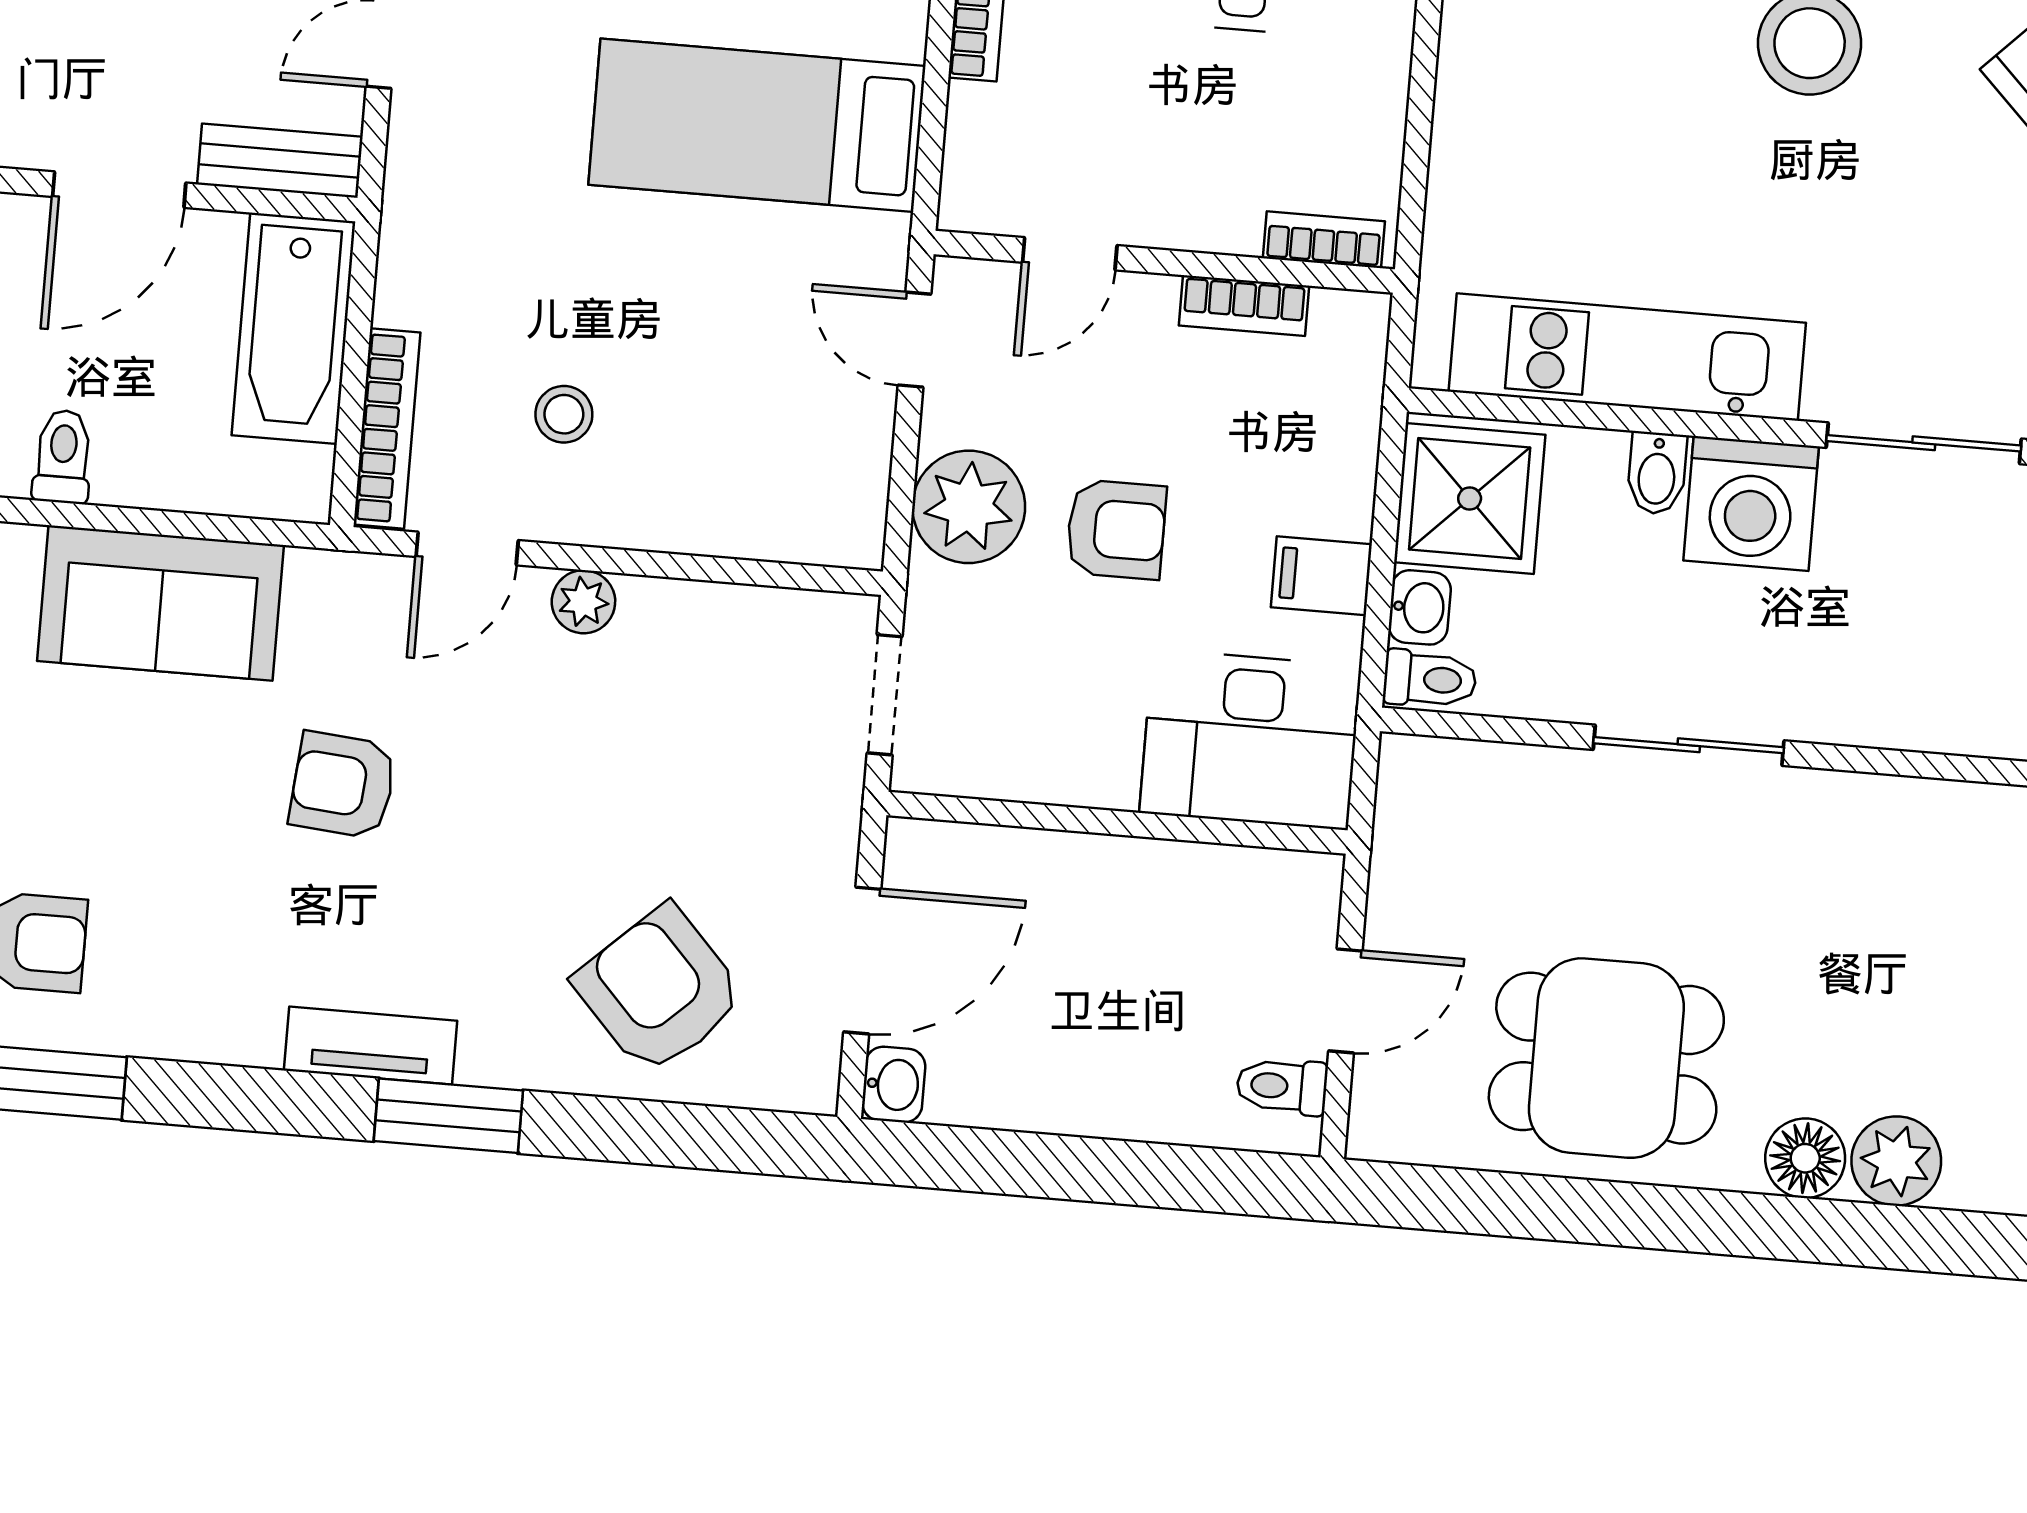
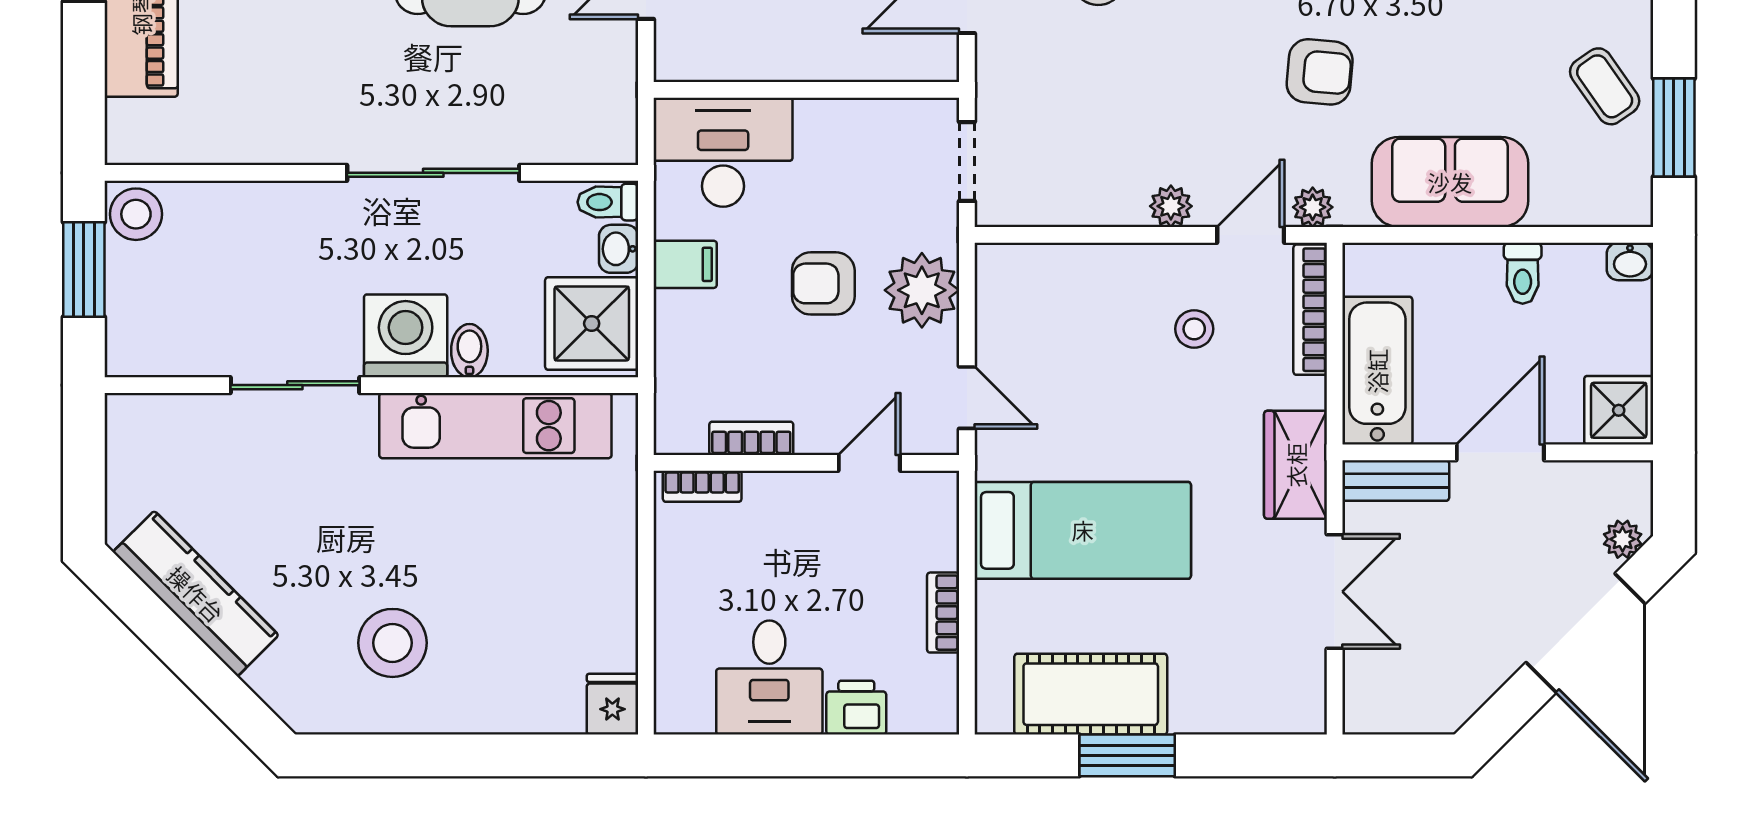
wardrobe: (429, 197) -> (1296, 465), added
plant: (370, 582) -> (1313, 207), added
sliding door: (1689, 745) -> (433, 173), width x1.37

